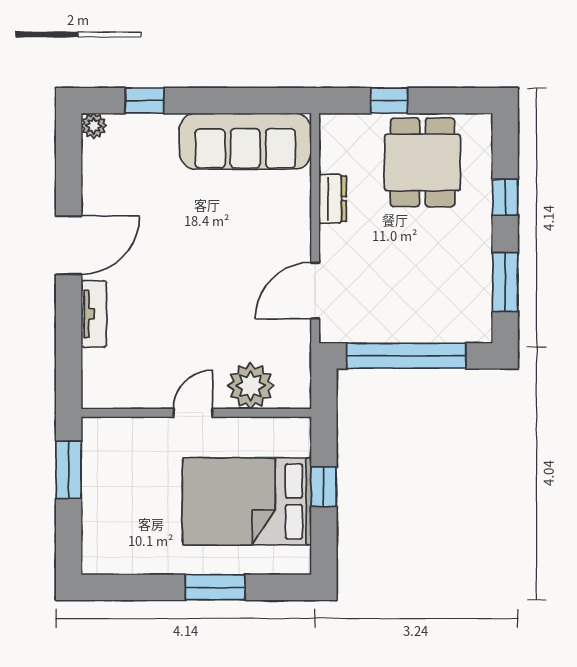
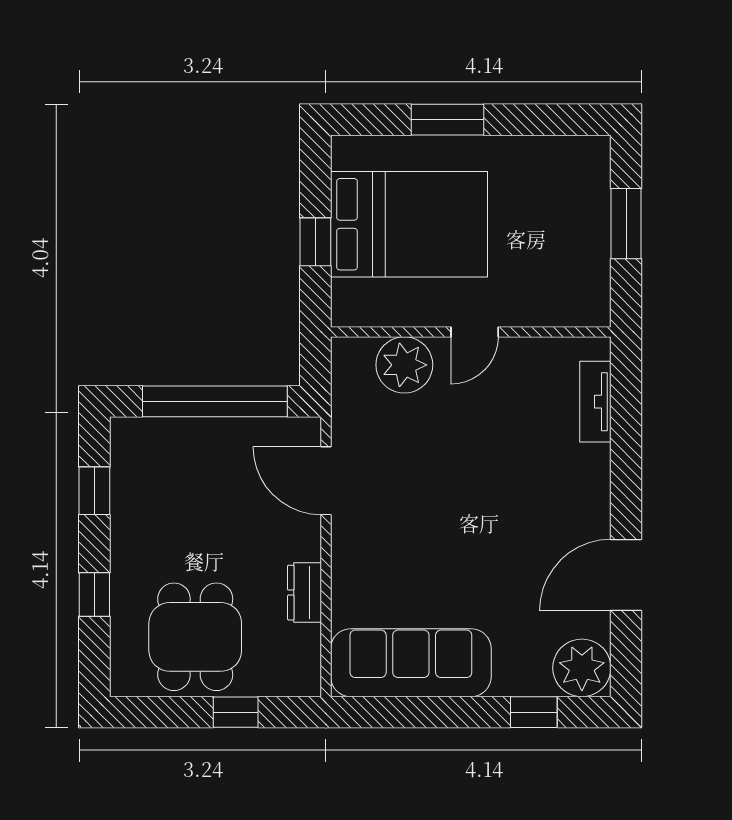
plant: (94, 126) -> (582, 668), width x1.87, depth x1.87
door: (69, 245) -> (626, 575), moved
window: (505, 282) -> (94, 491), width x0.67
door: (315, 291) -> (326, 481), swing flipped
tv unit: (94, 314) -> (595, 402), moved
window: (69, 470) -> (626, 224), moved

